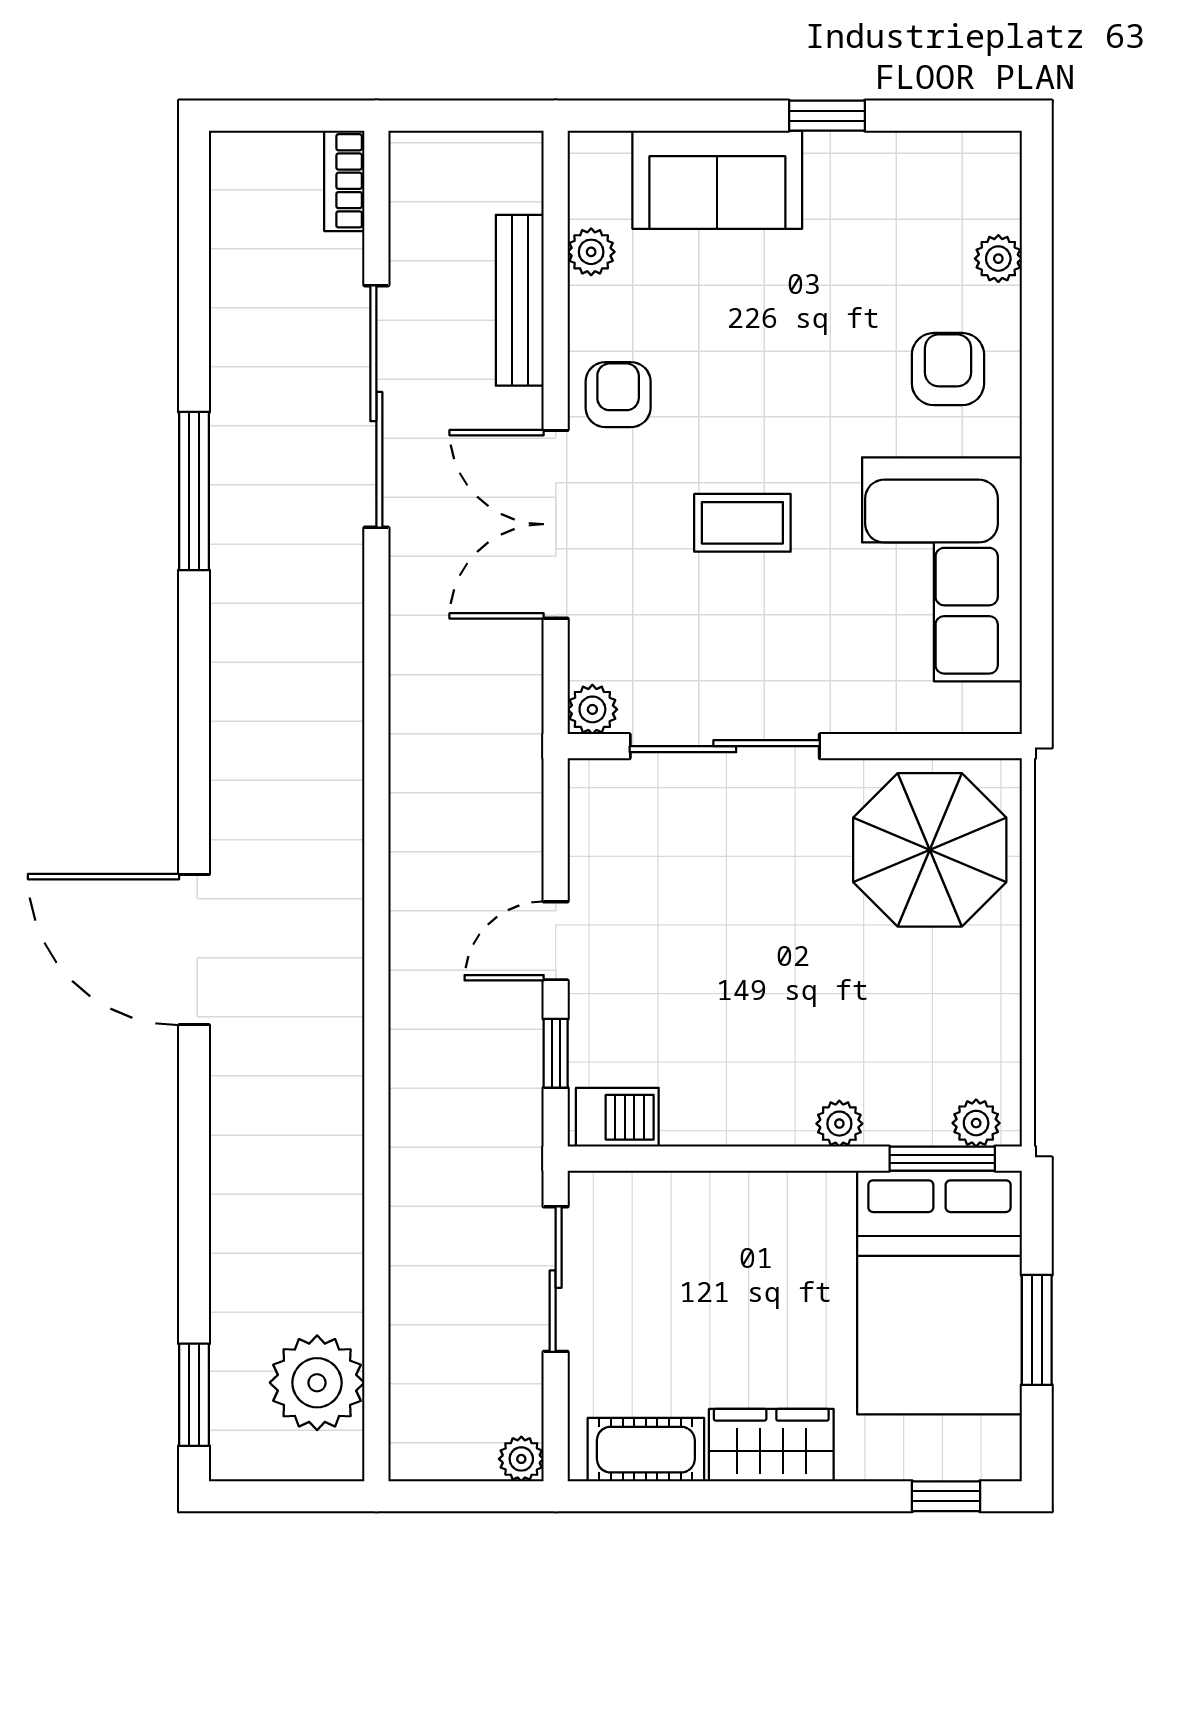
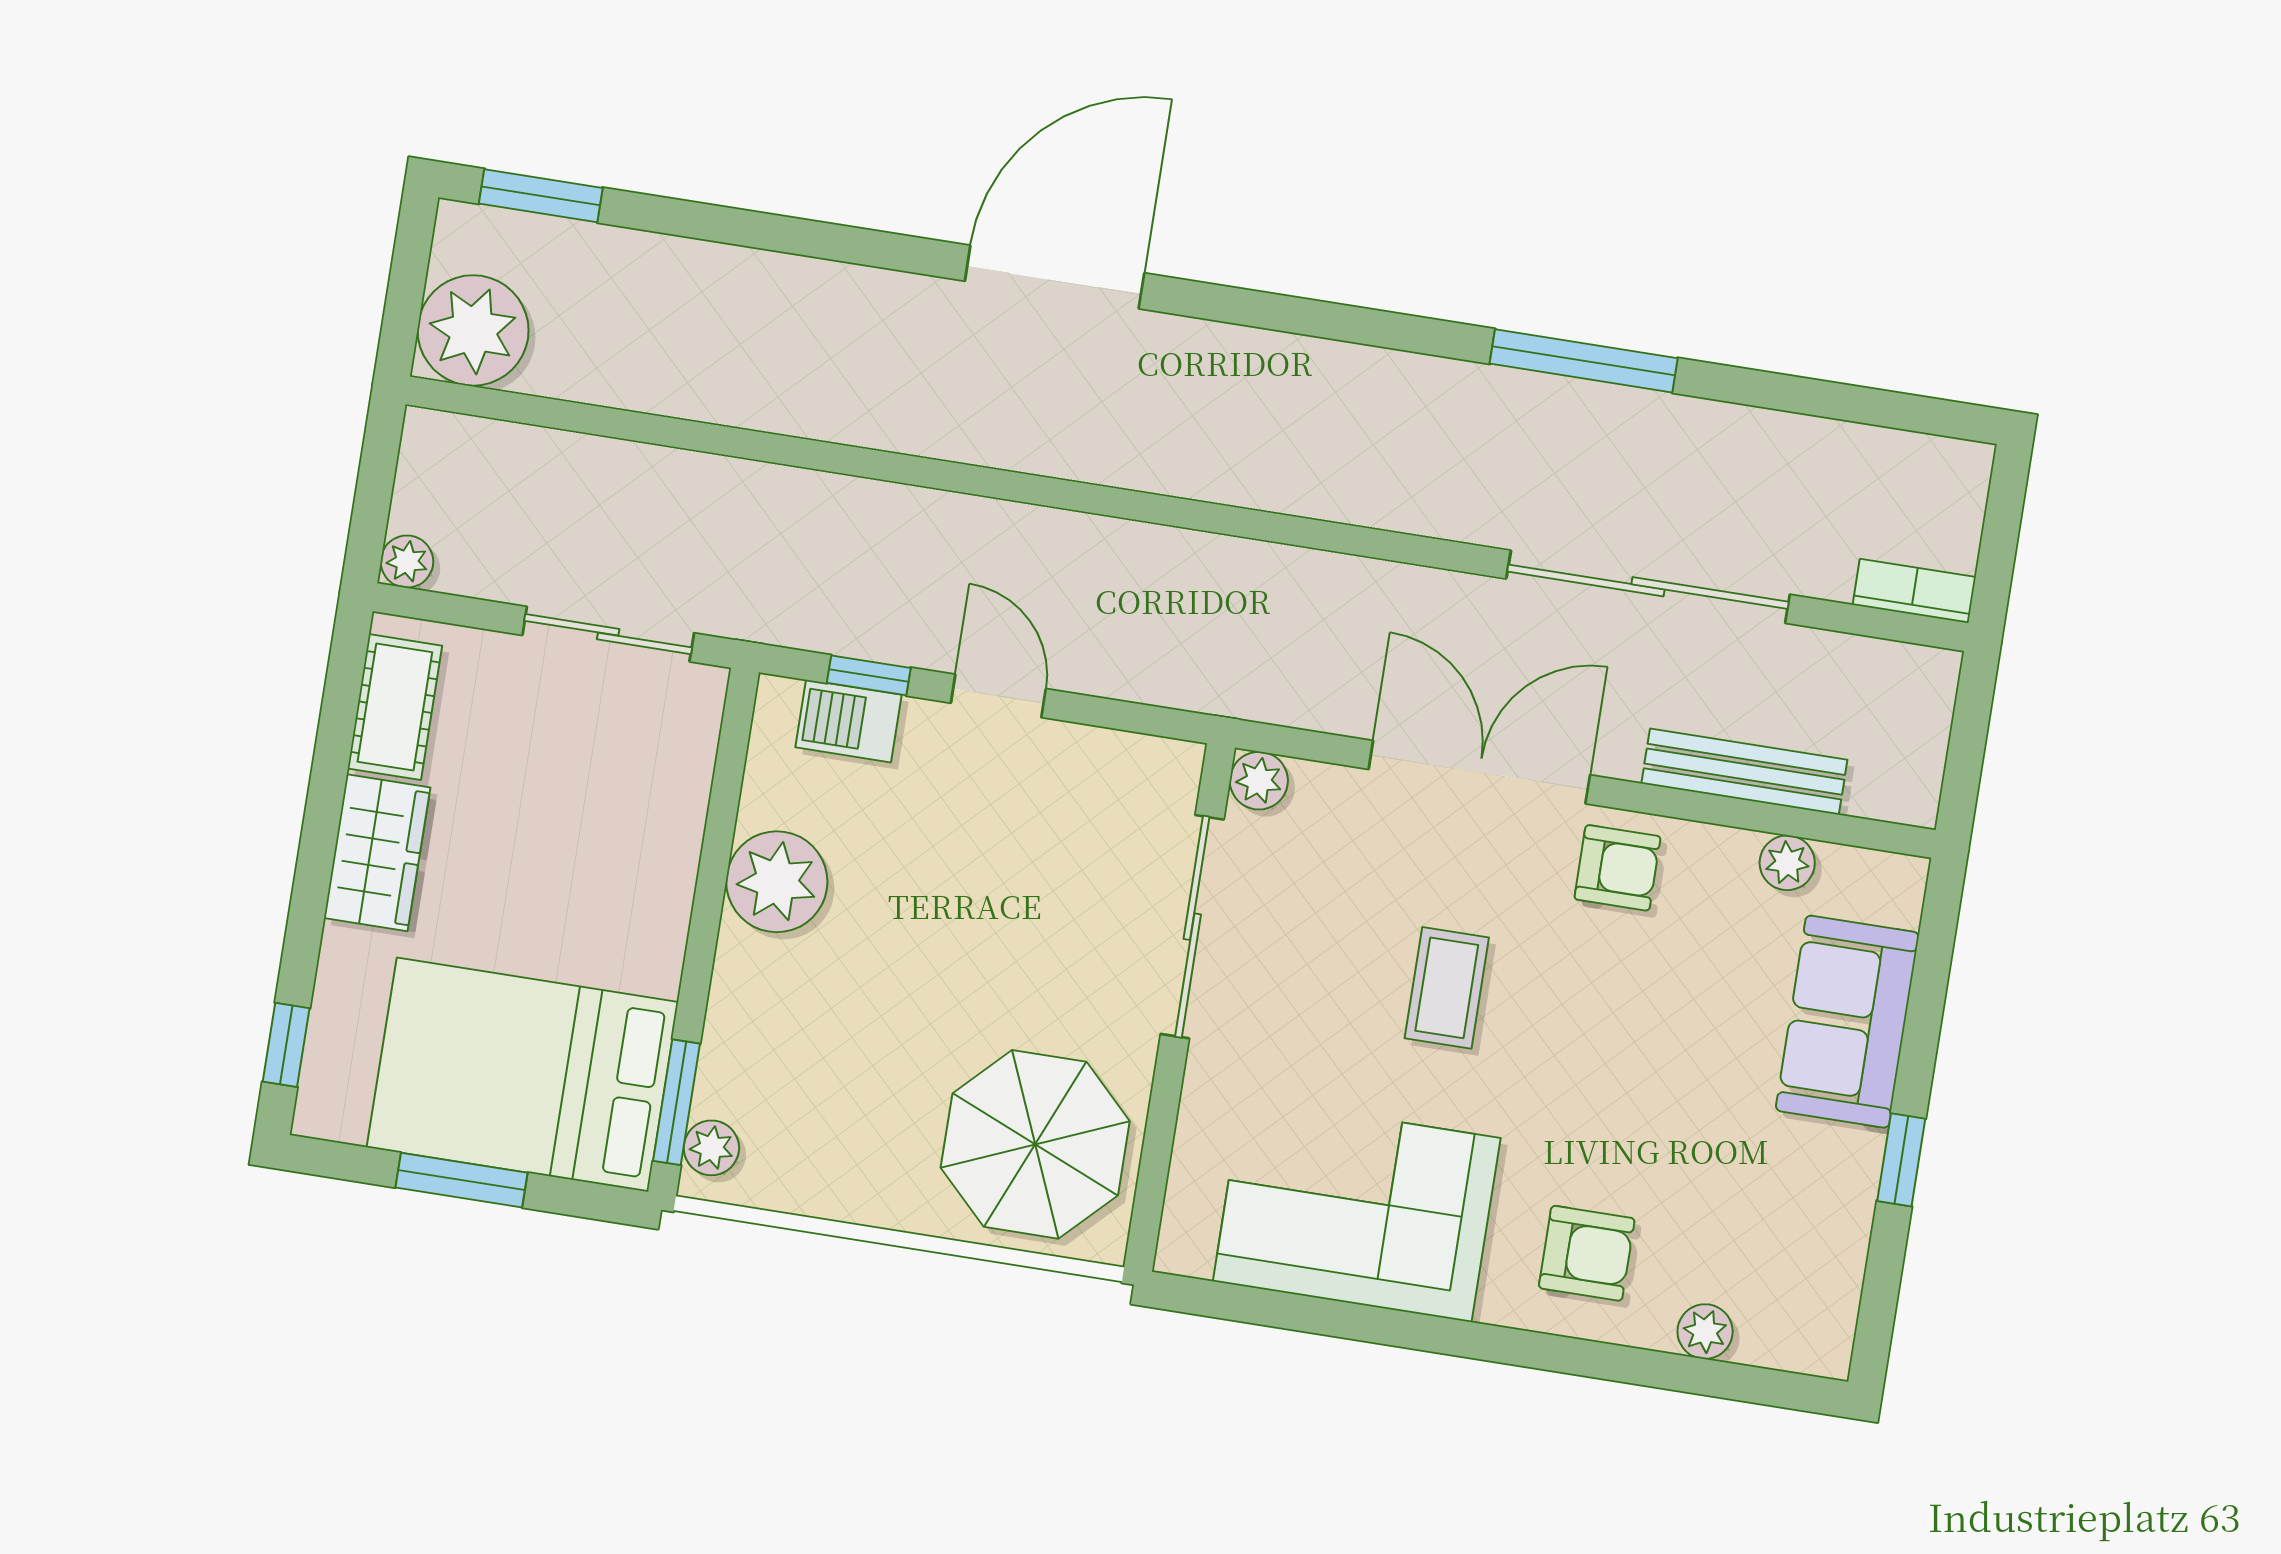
barbecue: (617, 1117) -> (848, 721), moved, turned 90
plant: (839, 1124) -> (777, 882), moved, width x1.88, depth x1.88
plant: (317, 1383) -> (473, 330), moved

